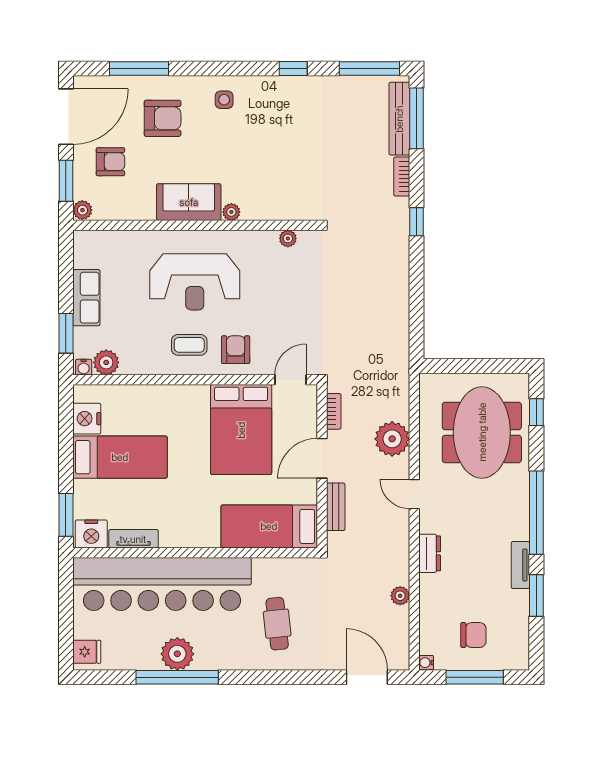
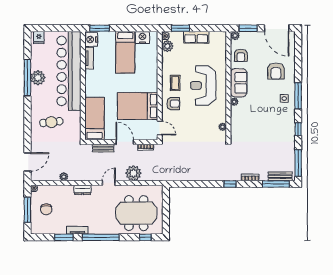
window: (139, 68) -> (298, 96), moved
bench: (399, 119) -> (280, 176), width x0.73
armchair: (110, 162) -> (241, 55), moved

